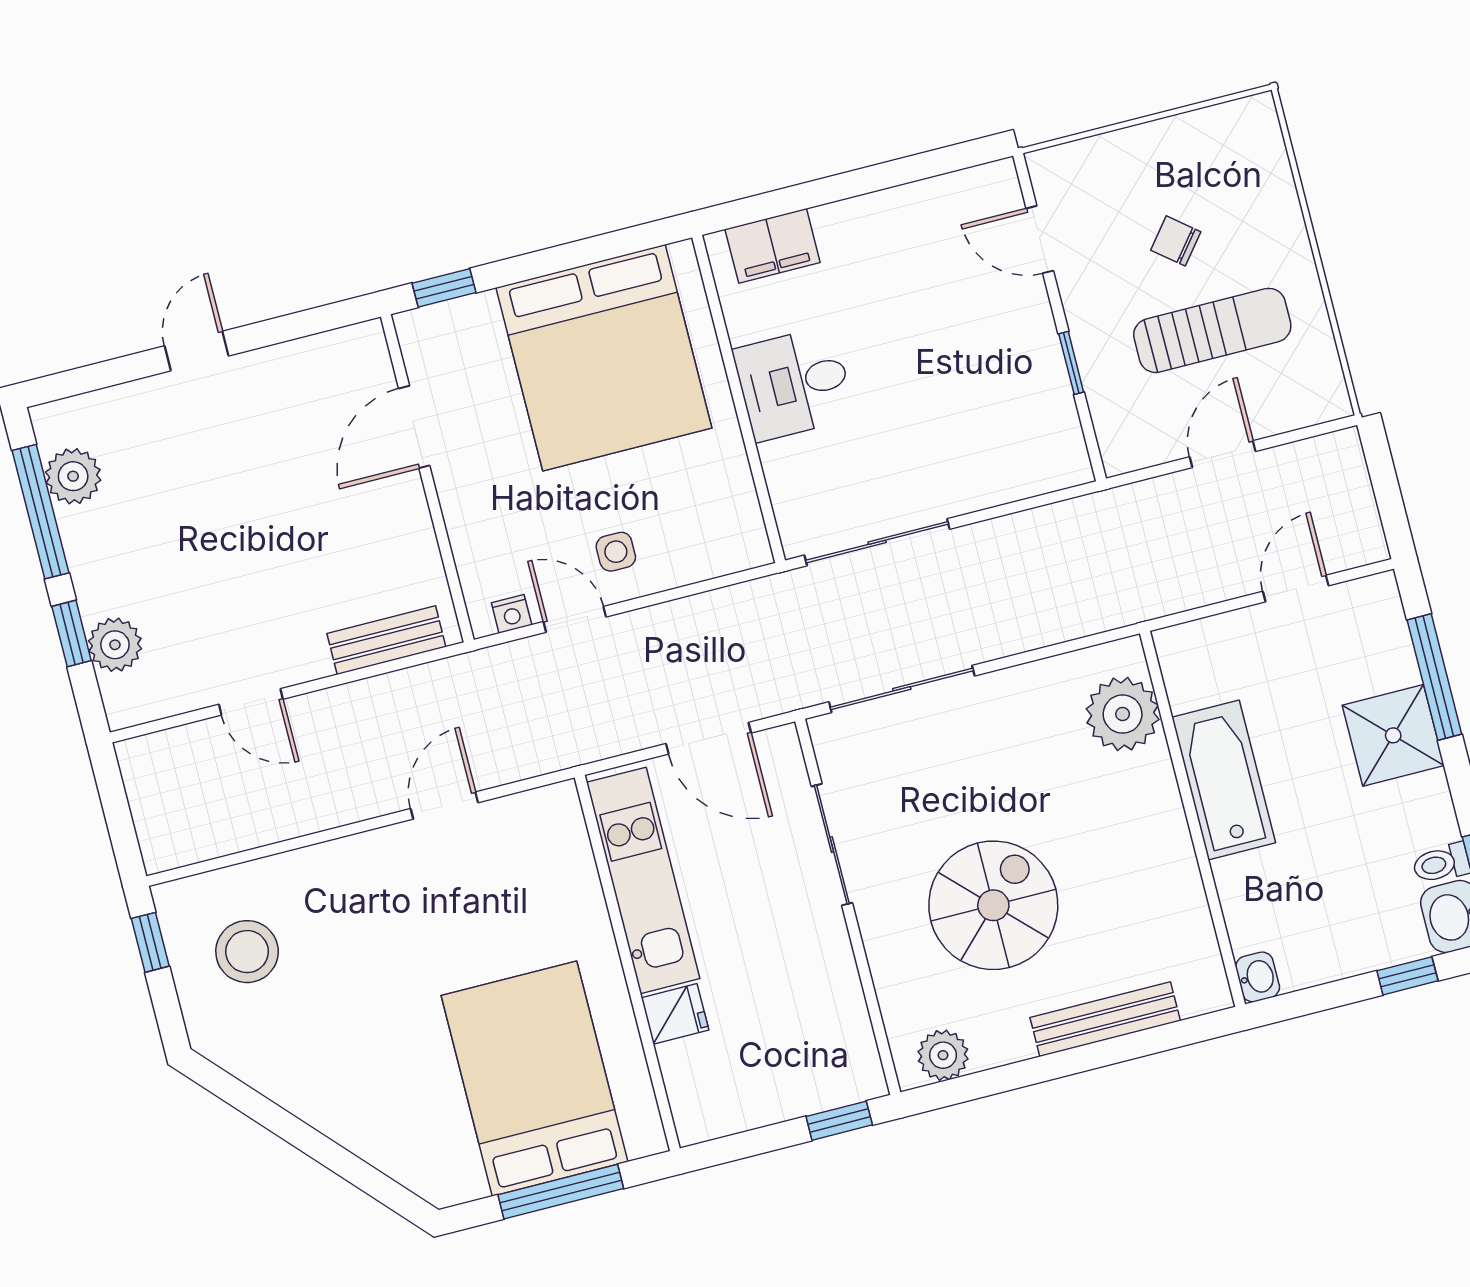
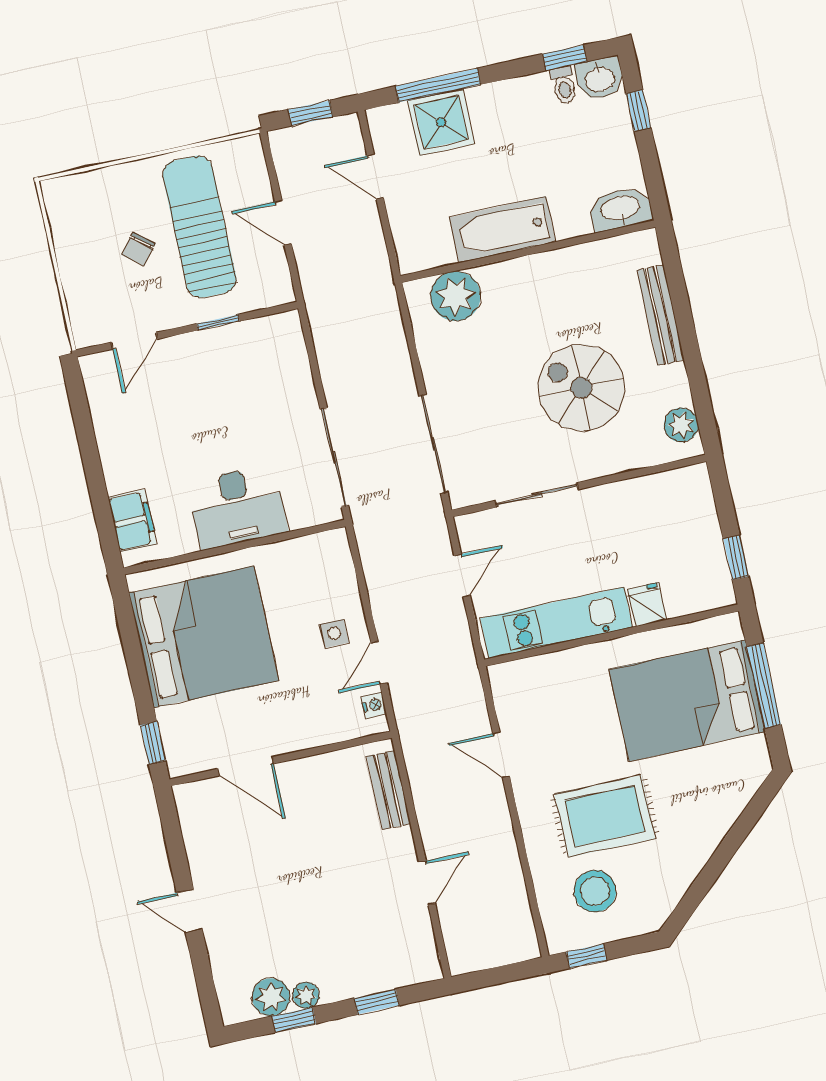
sun lounger: (1212, 330) -> (200, 227), width x1.36, depth x1.34
desk: (794, 384) -> (237, 507), width x1.37
window: (1387, 489) -> (311, 113), added
window: (40, 512) -> (294, 1020), width x0.46
plant: (115, 645) -> (306, 995), moved, width x0.73, depth x0.73
shower: (1393, 735) -> (441, 122), moved
door: (709, 738) -> (462, 575), width x0.73
rug: (359, 962) -> (605, 816), added
washbasin: (1258, 977) -> (620, 209), width x1.91, depth x1.45
window: (839, 1121) -> (736, 557), moved

